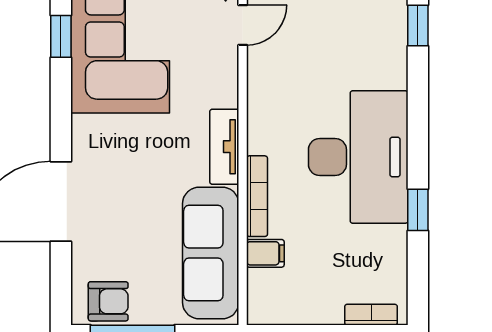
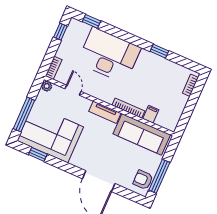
door: (243, 25) -> (73, 90), moved
desk: (358, 157) -> (109, 55), moved
armchair: (108, 301) -> (143, 180), turned -90

